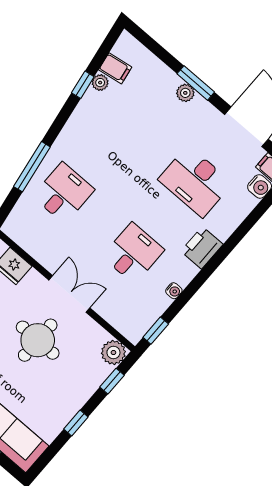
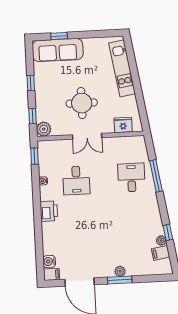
desk: (195, 181) -> (79, 237), removed
desk: (63, 193) -> (131, 178), turned 180

